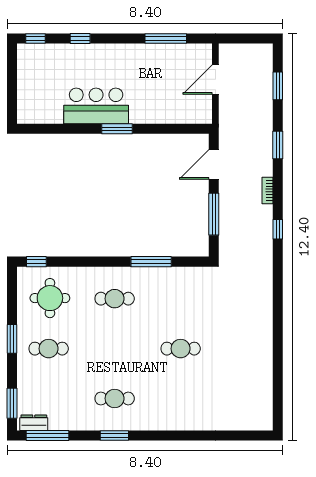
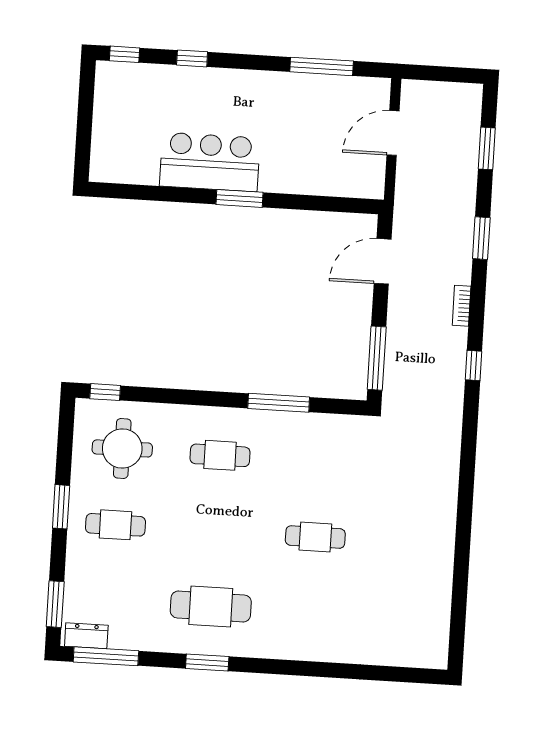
window: (214, 214) -> (377, 358), moved
cafe table: (115, 398) -> (211, 607), width x1.37, depth x1.35

